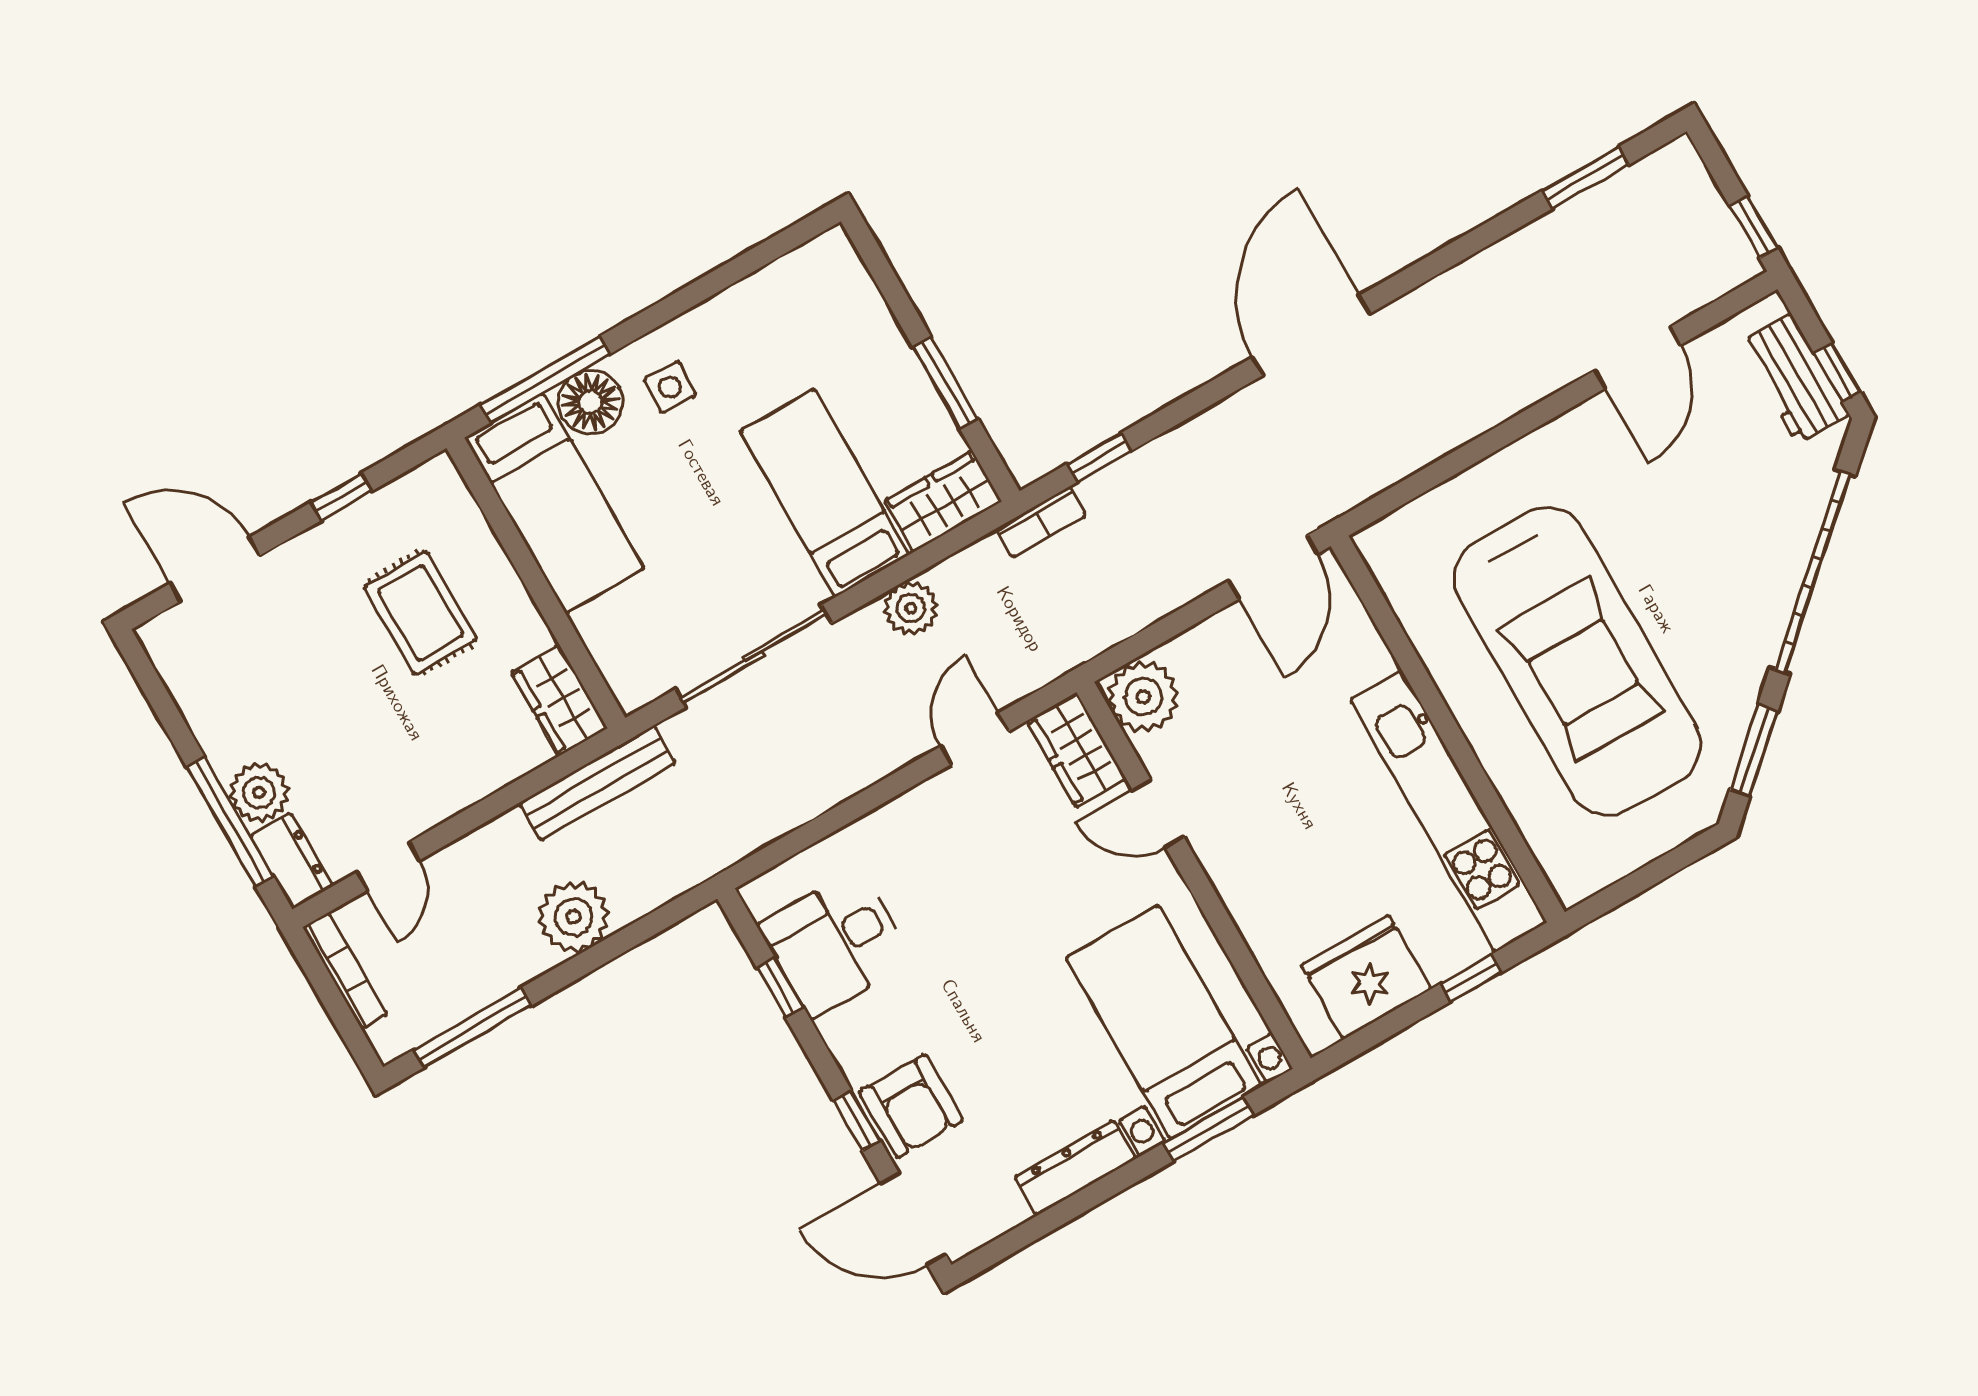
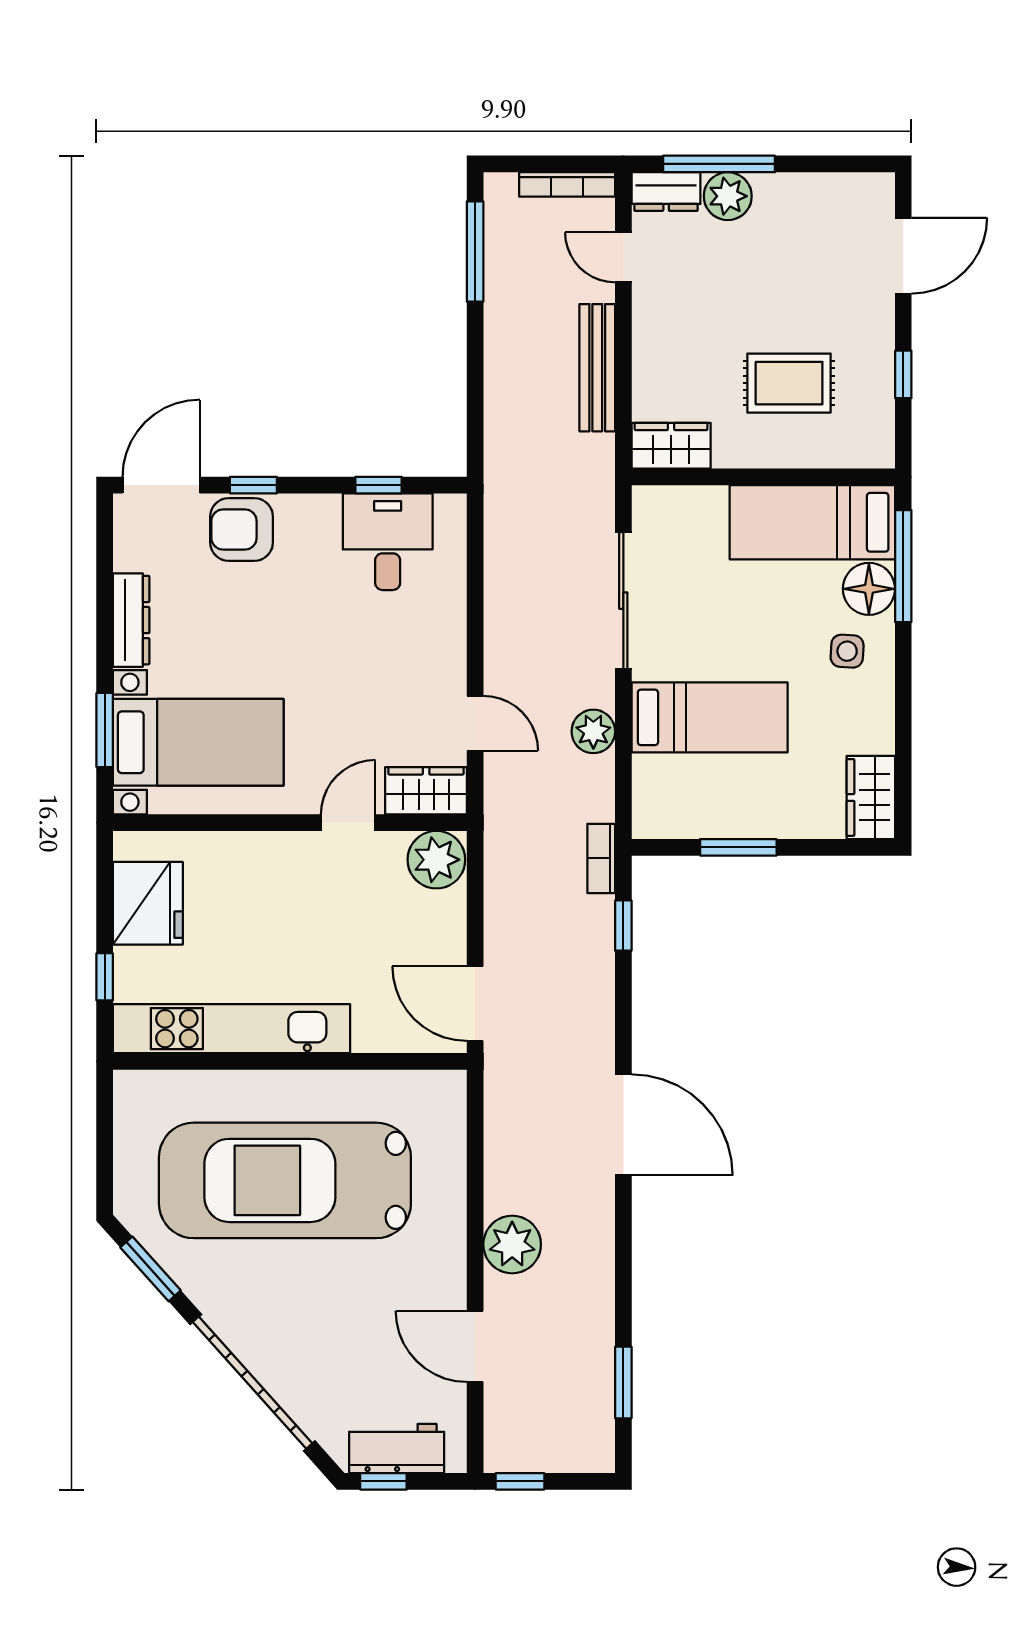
wardrobe: (943, 501) -> (871, 797), moved, turned 180
bench: (597, 783) -> (597, 368), moved
plant: (574, 917) -> (512, 1244), moved

